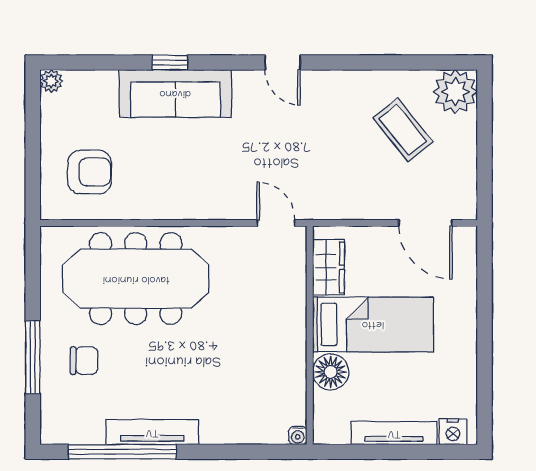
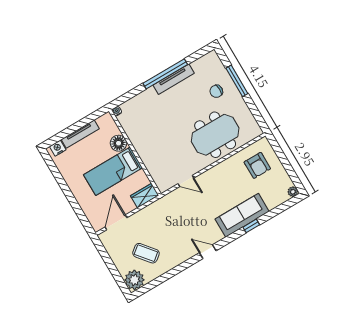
armchair: (90, 172) -> (257, 165), turned -90
door: (276, 223) -> (186, 181), moved
door: (425, 223) -> (116, 222), hinge flipped
wardrobe: (329, 267) -> (145, 196), moved, turned 90
meeting table: (136, 279) -> (215, 135), width x0.73
window: (122, 452) -> (165, 74), moved

